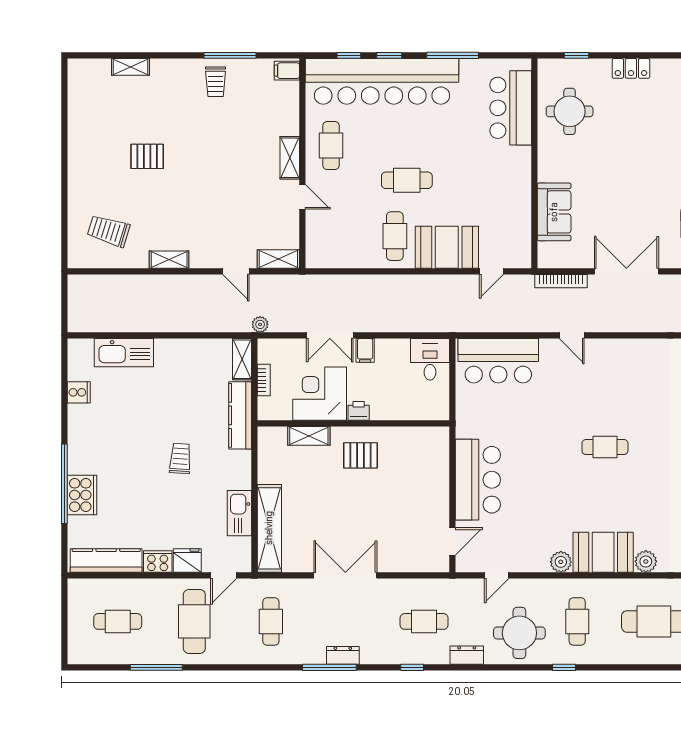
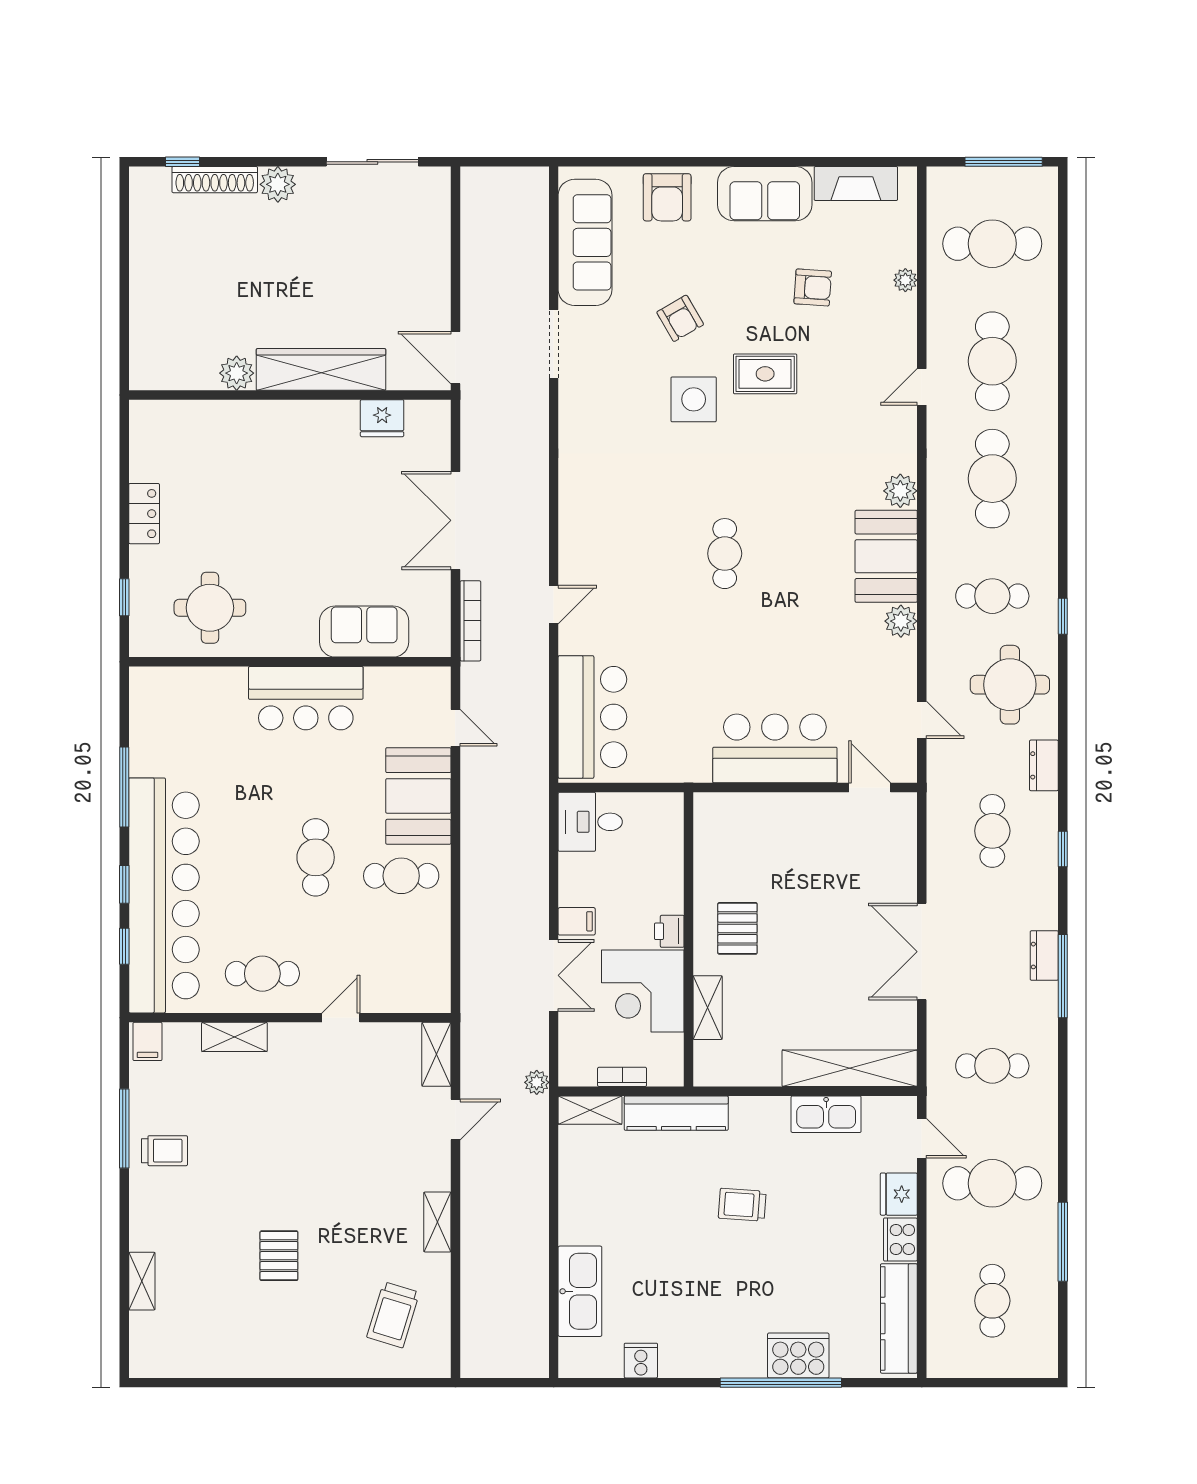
bar counter: (511, 108) -> (306, 698), moved
shelving: (290, 158) -> (234, 1037), moved

